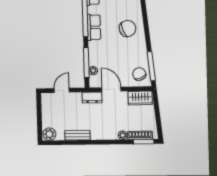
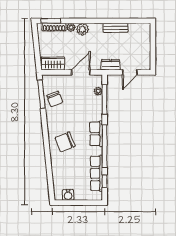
chair: (128, 28) -> (65, 142), moved
chair: (139, 74) -> (55, 99), moved
door: (111, 89) -> (81, 72), swing flipped
dresser: (92, 98) -> (111, 65), moved
plant: (49, 134) -> (82, 29), moved

